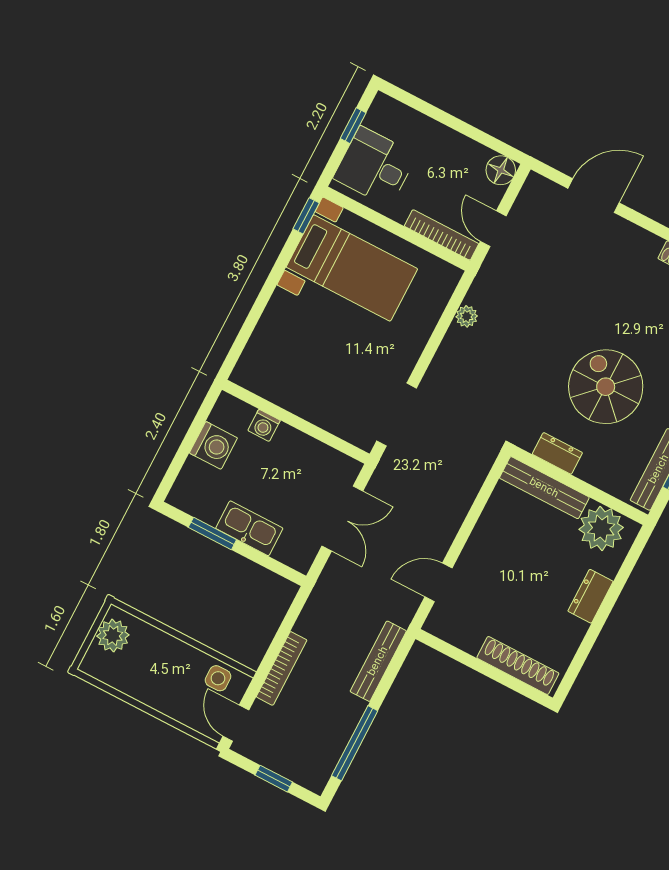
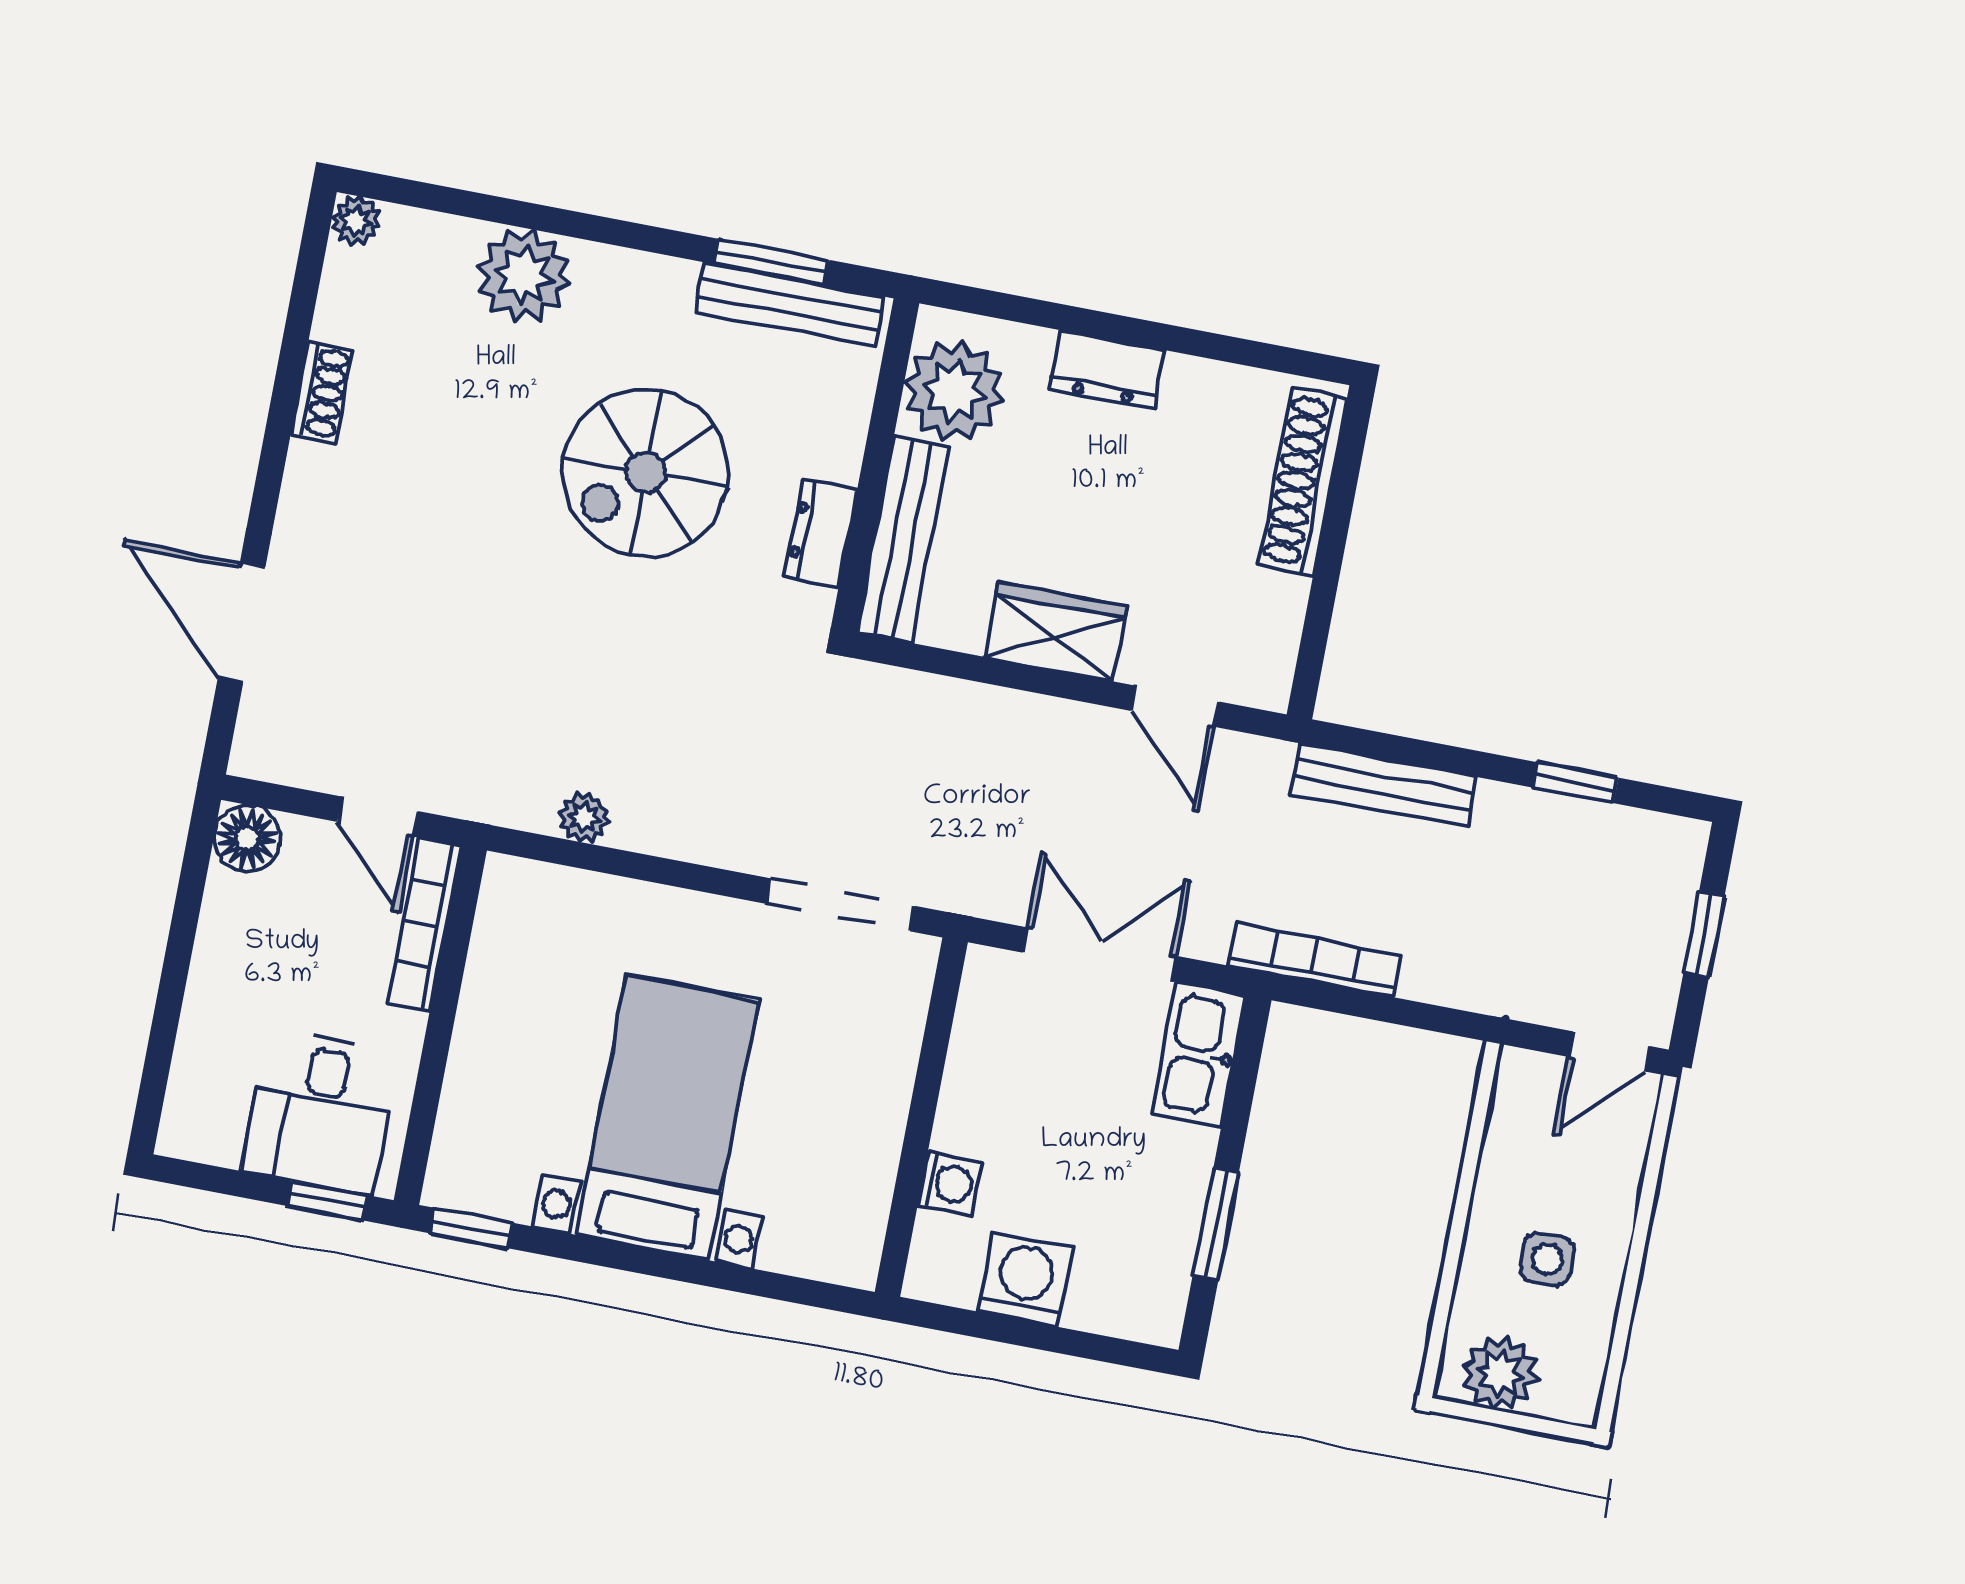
window: (353, 126) -> (327, 1200), moved
door: (493, 229) -> (378, 817), hinge flipped
bed with nightstands: (352, 268) -> (667, 1118), moved
kitchen sink: (249, 528) -> (1199, 1055), moved
wardrobe: (486, 541) -> (1055, 631), added
bookcase: (282, 668) -> (1314, 960), moved
side table: (218, 678) -> (1547, 1259), moved
window: (355, 743) -> (1576, 783), width x0.46

